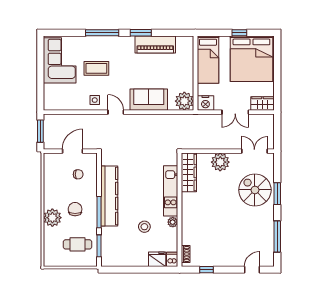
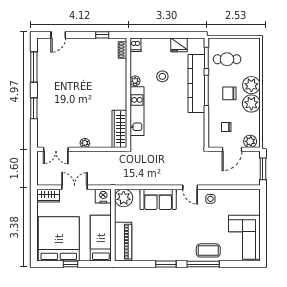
piano: (155, 44) -> (123, 242), moved, turned 90
coffee table: (96, 68) -> (208, 250), moved
plant: (54, 160) -> (250, 141), added
plant: (220, 162) -> (85, 143), width x0.53, depth x0.53
spiral stairs: (255, 190) -> (55, 112), removed
kitchen counter: (109, 196) -> (196, 83), moved
plant: (52, 199) -> (251, 104), added
chair: (75, 209) -> (229, 93), turned 90
fridge: (157, 259) -> (179, 45), moved

